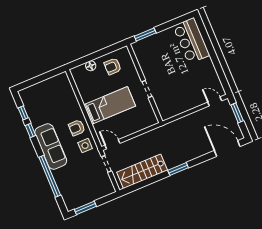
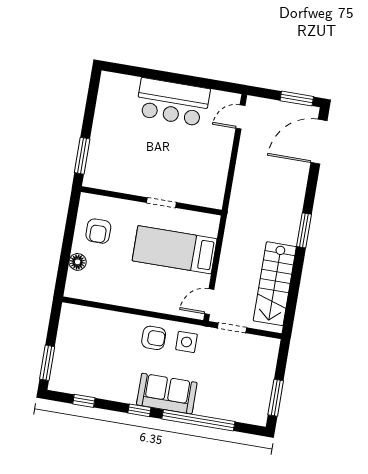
bar counter: (191, 41) -> (173, 102), moved
window: (31, 82) -> (47, 363), added
bed: (110, 105) -> (175, 250), moved, turned -90
window: (237, 113) -> (297, 99), moved
armchair: (77, 128) -> (154, 338), turned -90
window: (31, 130) -> (139, 410), moved
sofa: (51, 147) -> (167, 394), width x0.73

